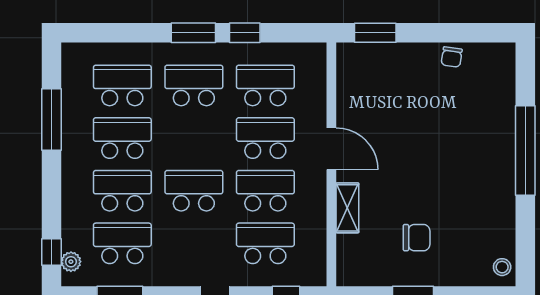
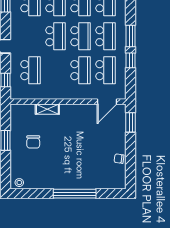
door: (331, 149) -> (107, 102), moved
school desk: (265, 191) -> (81, 36), moved

